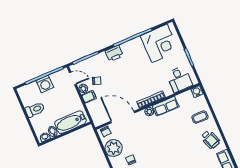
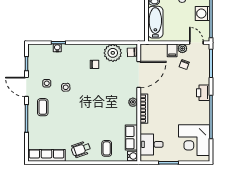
door: (73, 78) -> (196, 43), swing flipped
row of seats: (166, 106) -> (131, 138), moved

